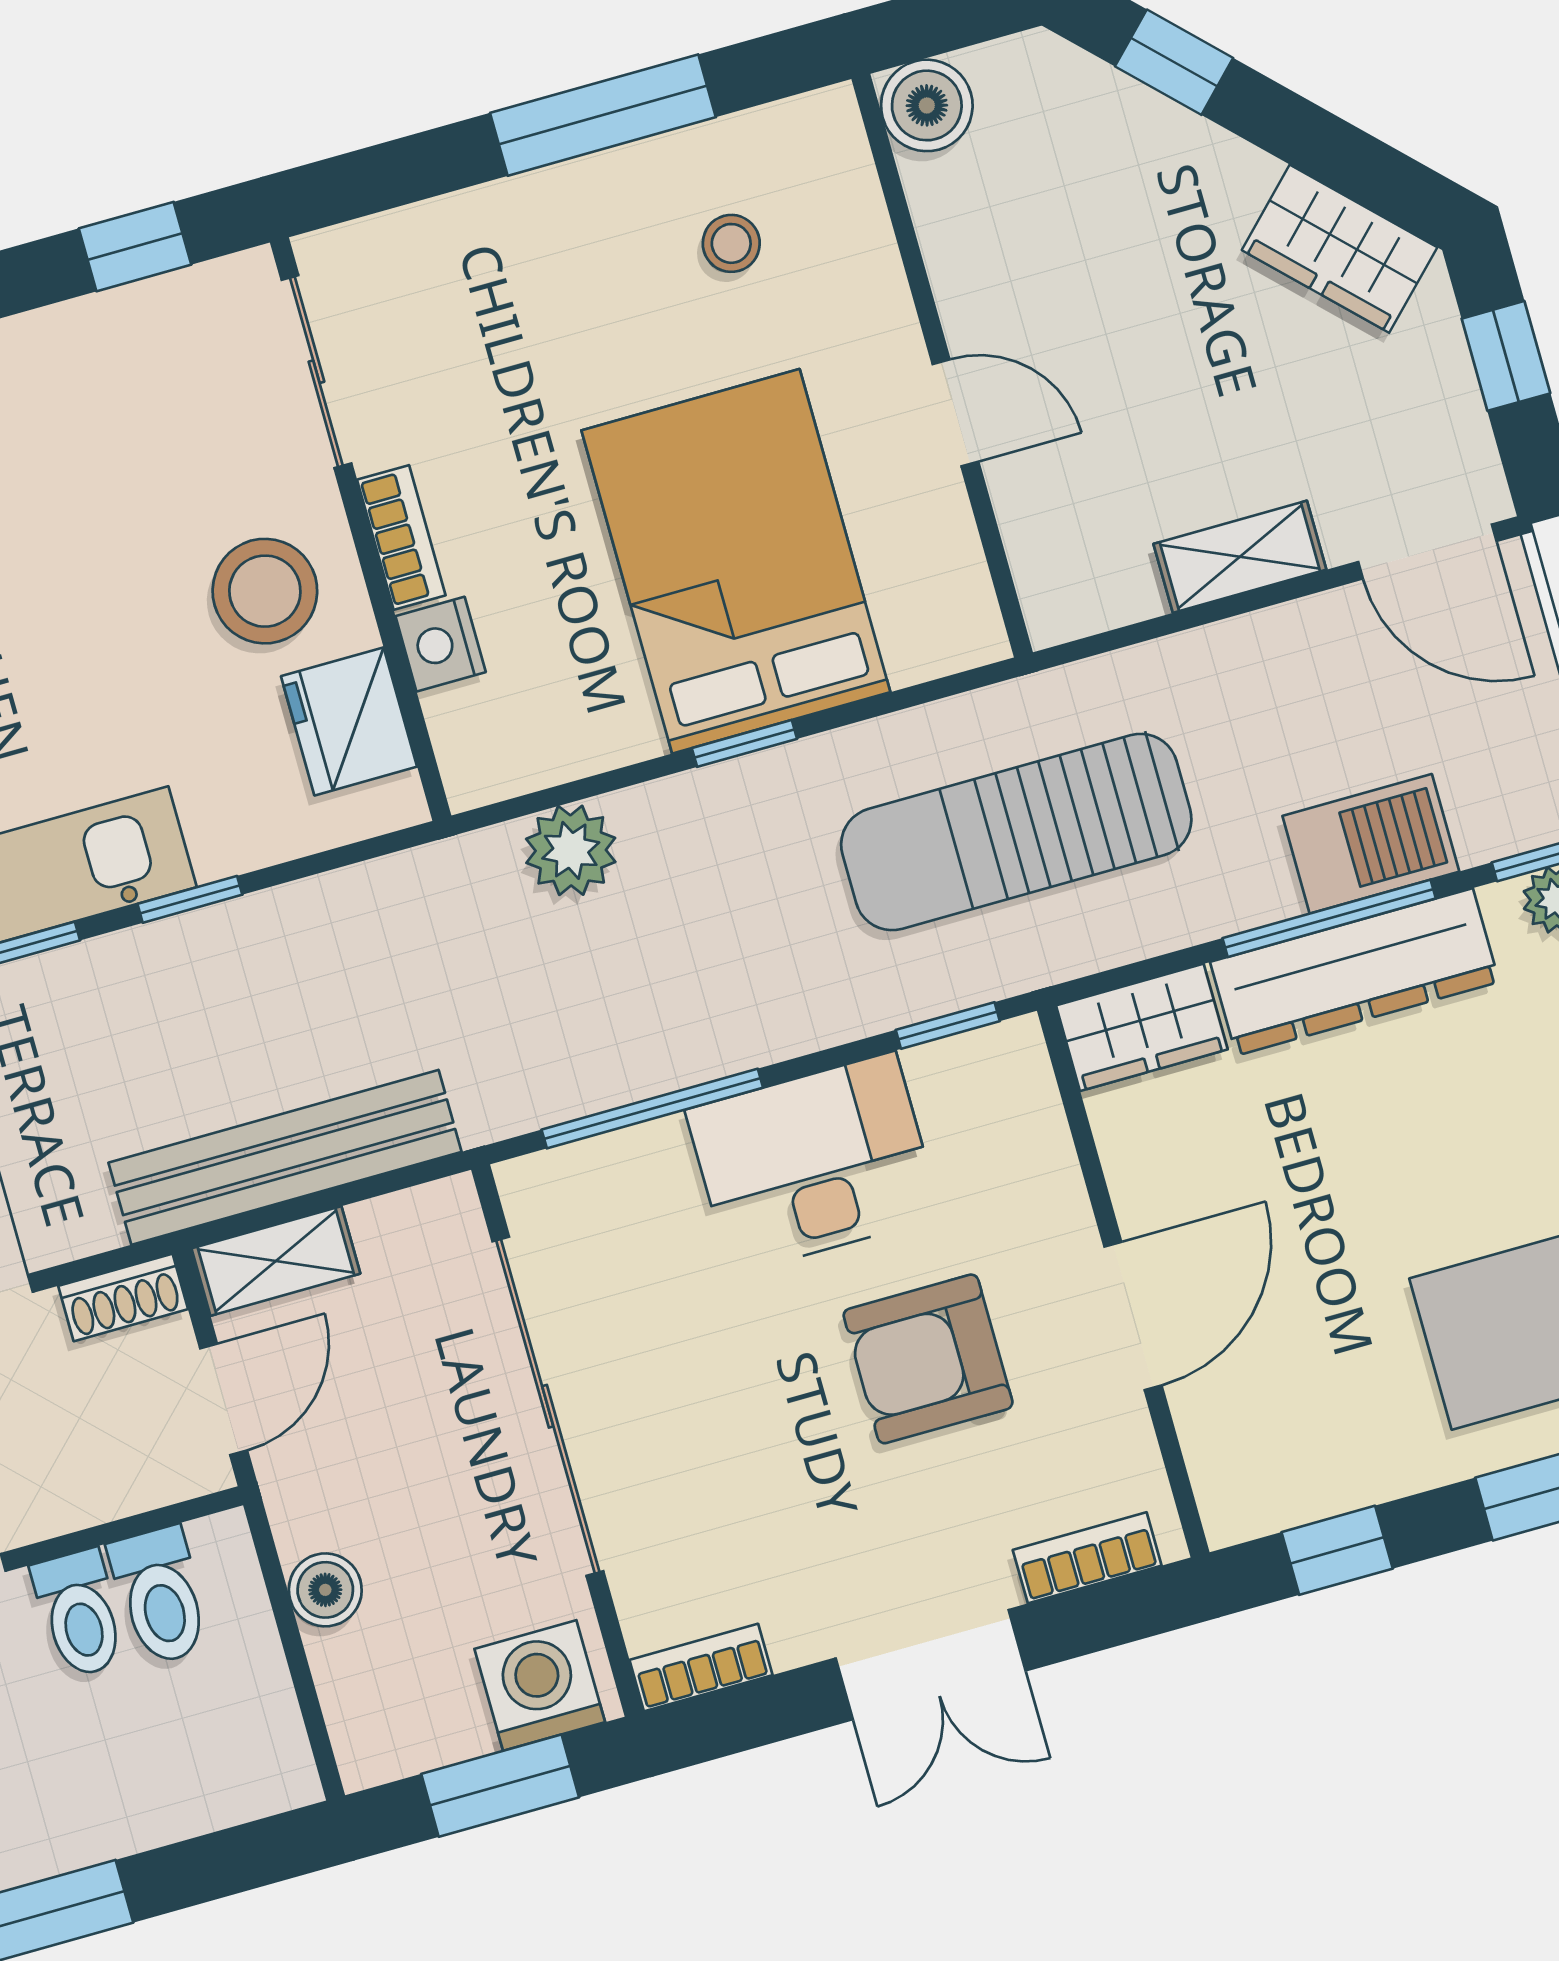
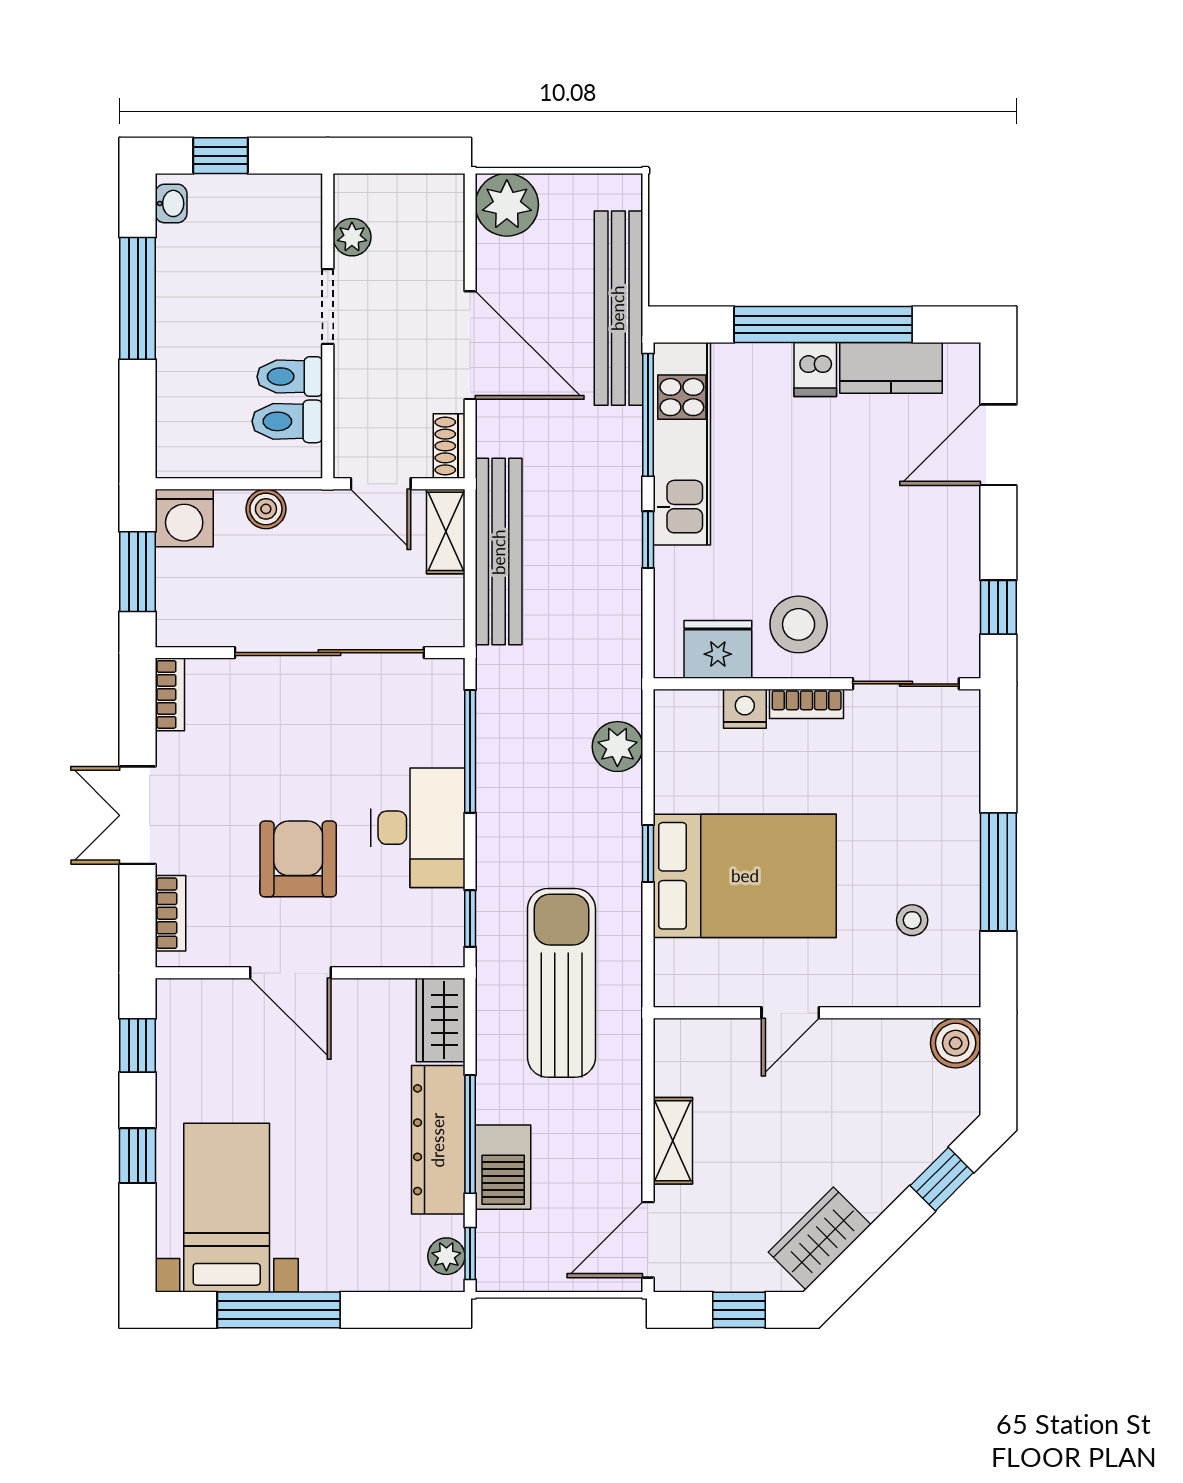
washing machine: (540, 1685) -> (184, 518), moved, turned 90

